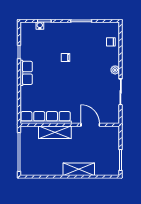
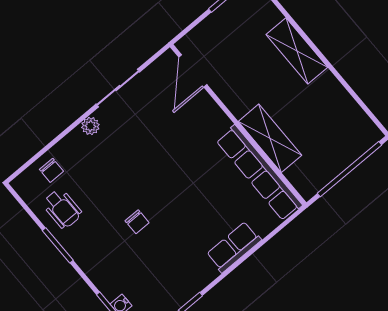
wheelchair: (93, 34) -> (62, 209), added
row of seats: (26, 73) -> (234, 247), moved
door: (90, 125) -> (193, 71), moved

